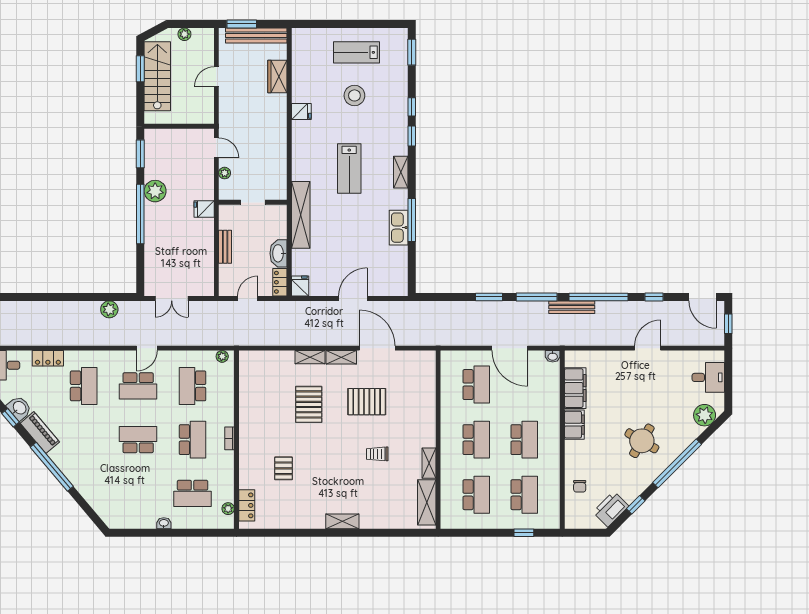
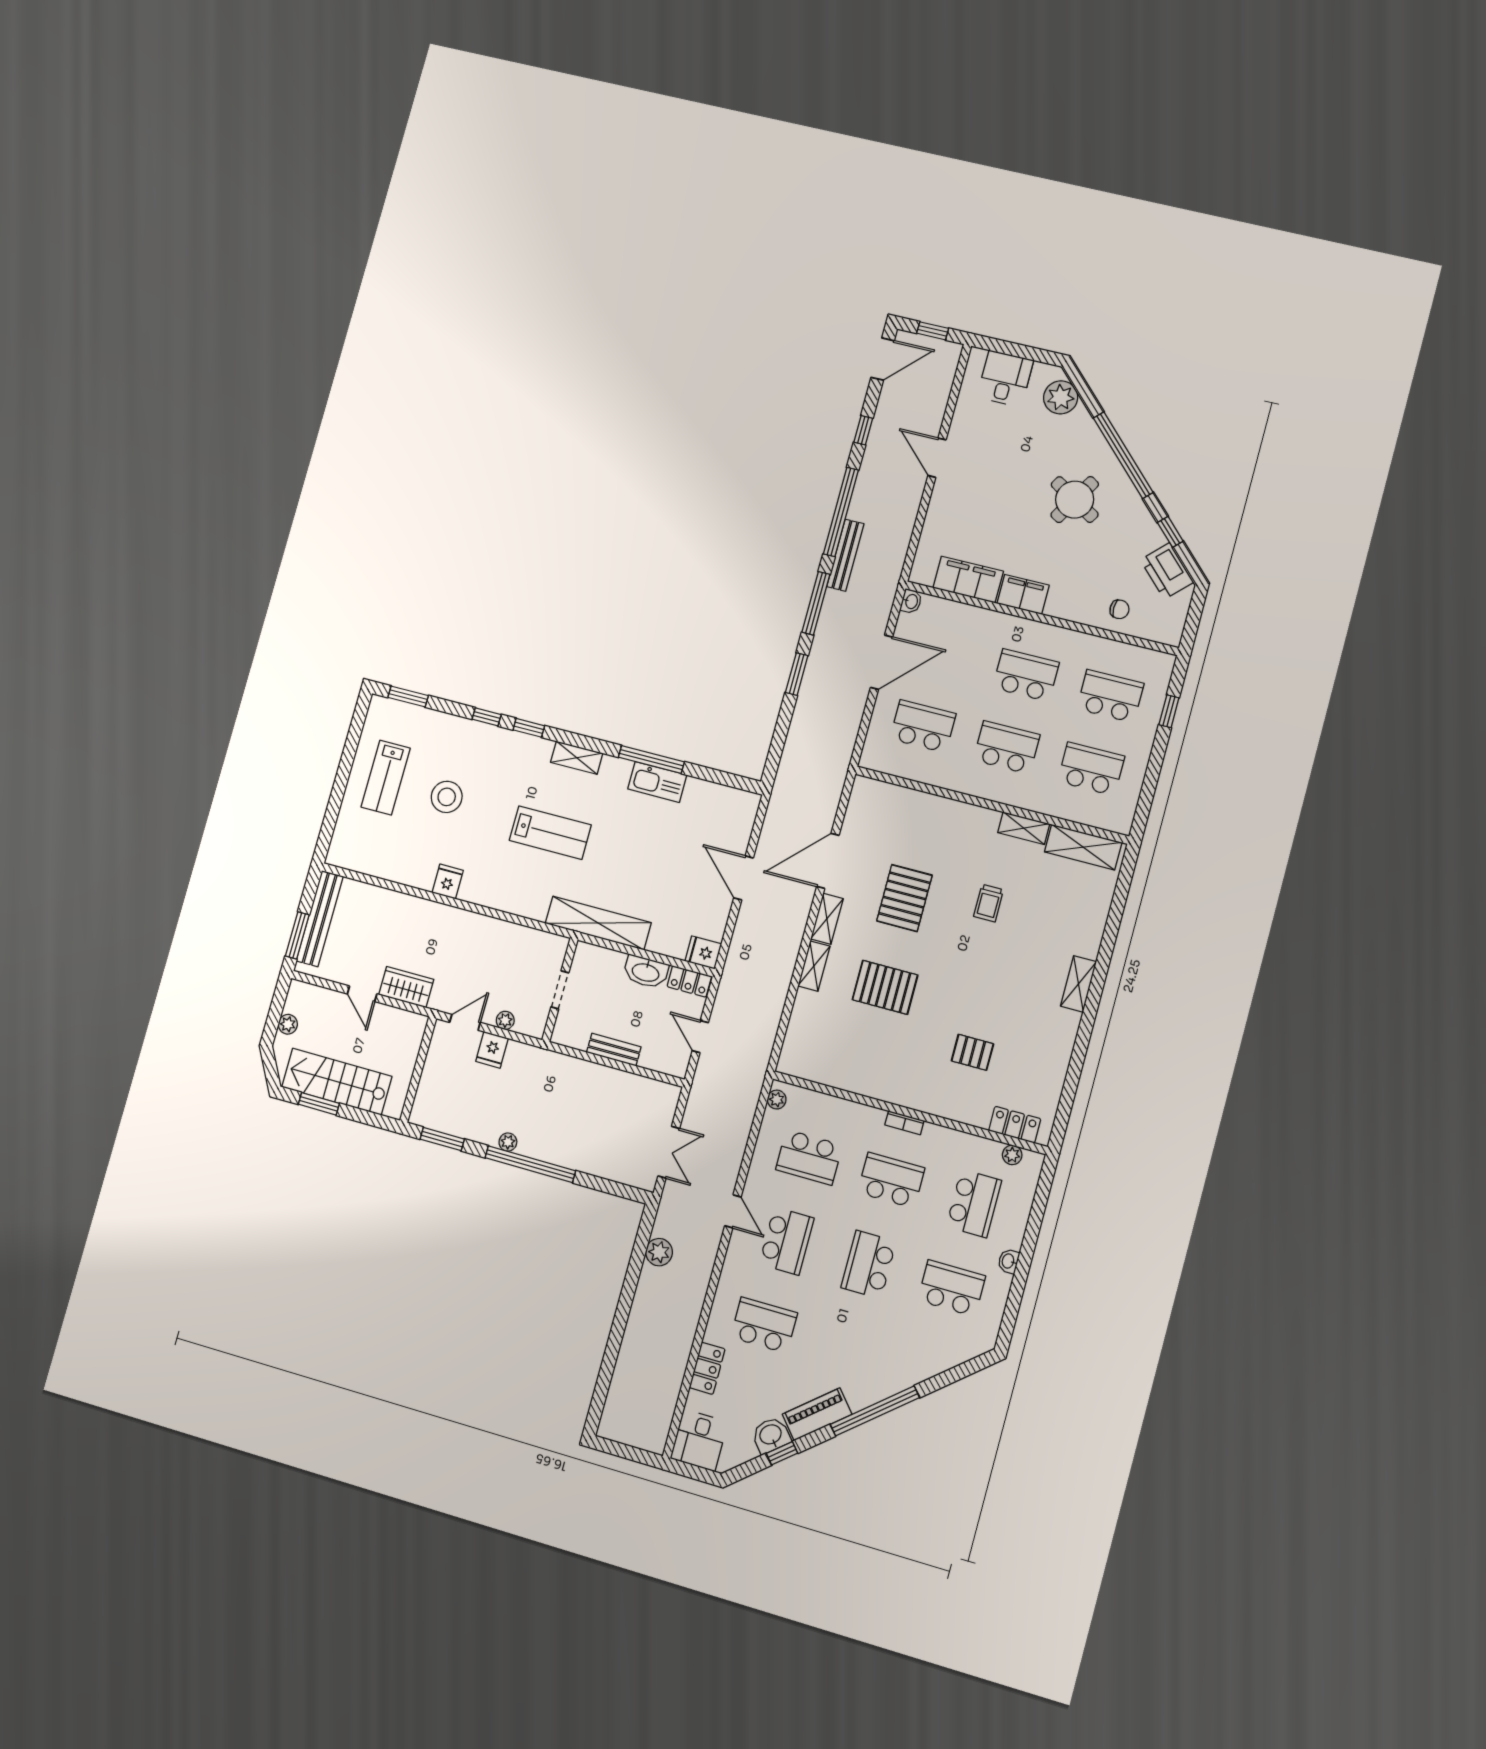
wardrobe: (277, 77) -> (406, 987), moved, turned 180
plant: (155, 191) -> (508, 1142), width x0.53, depth x0.53
fridge: (204, 209) -> (492, 1050), moved
school desk: (138, 493) -> (951, 1288), added

